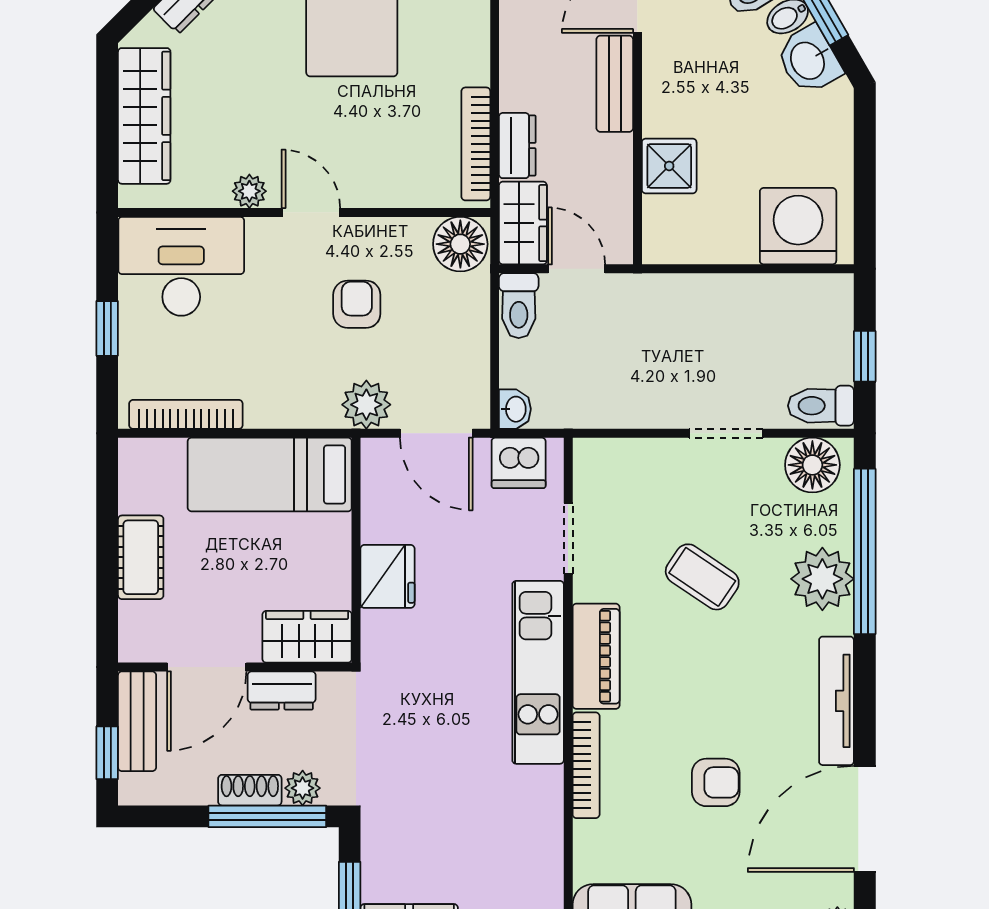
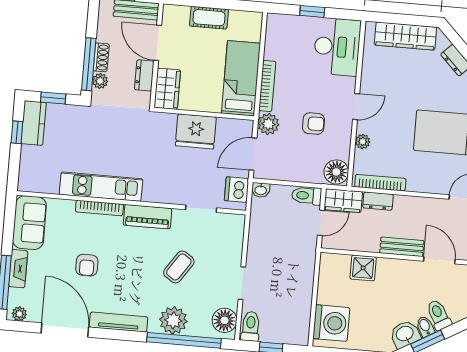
plant: (249, 191) -> (363, 142), moved
bookcase: (186, 414) -> (267, 86), moved
fridge: (387, 576) -> (196, 131), width x1.36, depth x1.34
kitchen unit: (538, 672) -> (101, 187), moved

